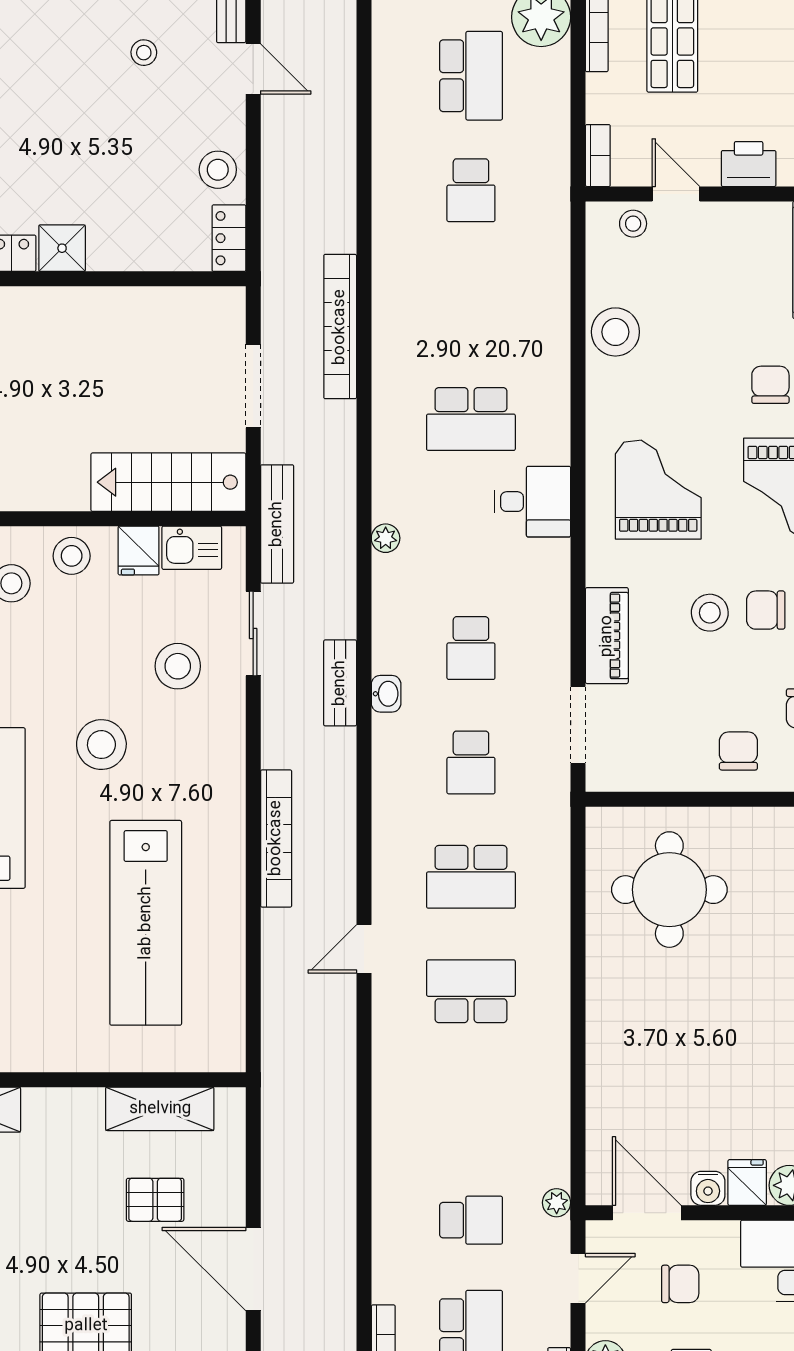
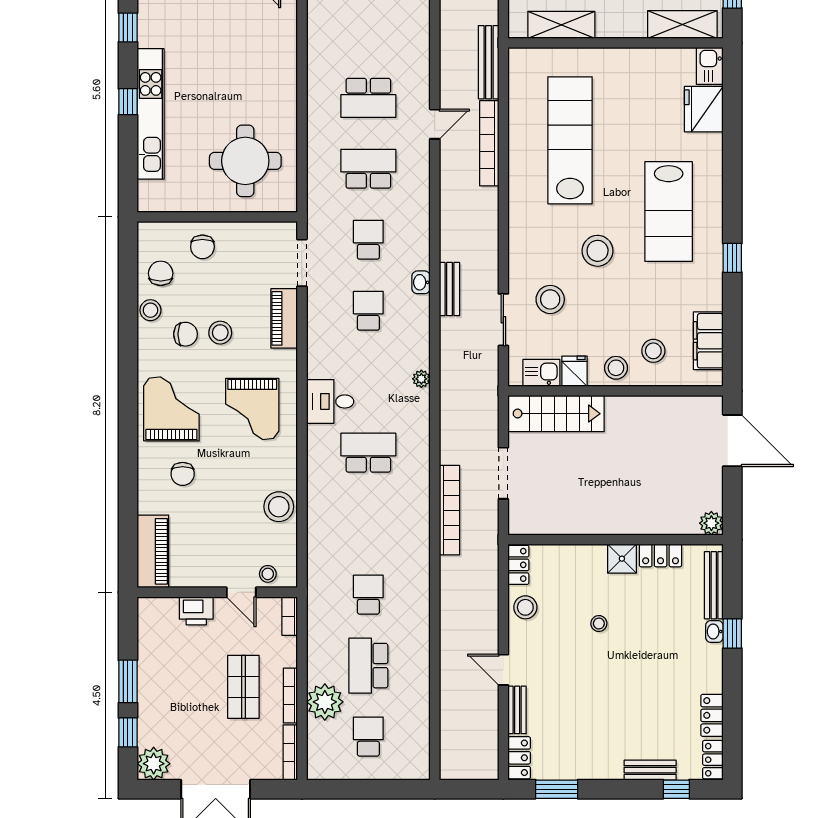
stool: (144, 53) -> (599, 624), moved
bench: (277, 524) -> (489, 62), moved
bookcase: (276, 838) -> (489, 143), moved

